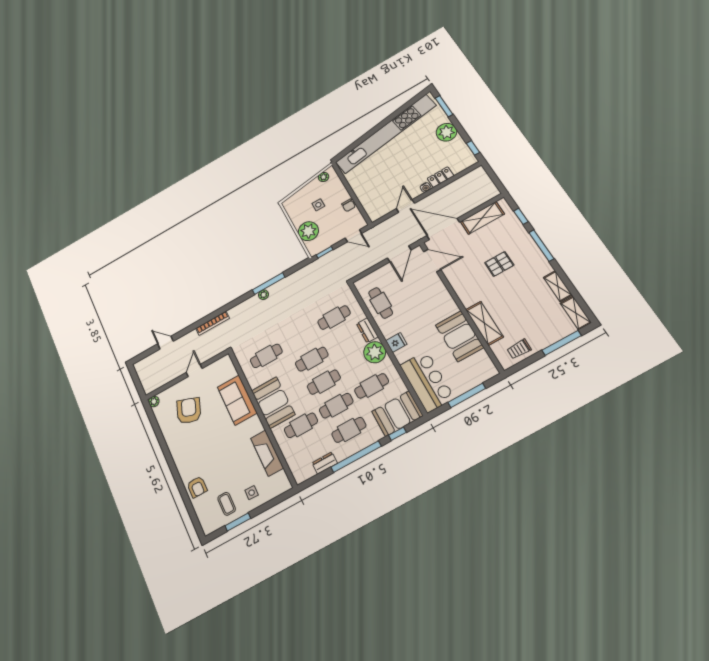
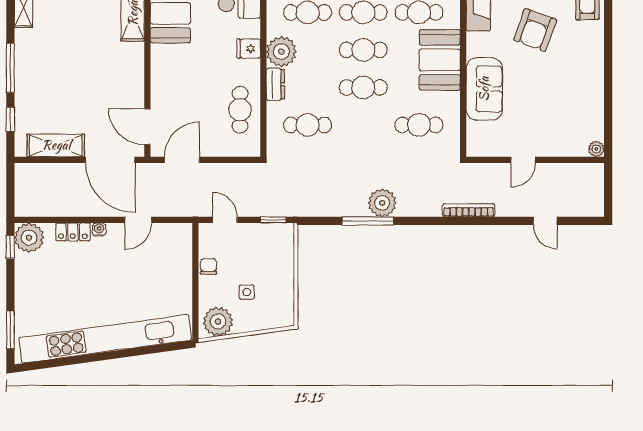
plant: (446, 132) -> (29, 238), moved
plant: (324, 177) -> (218, 322), width x1.88, depth x1.88
plant: (308, 231) -> (279, 262), removed
pallet: (499, 264) -> (72, 74), removed
plant: (264, 295) -> (382, 203), width x1.88, depth x1.88
armchair: (189, 411) -> (535, 30), moved

